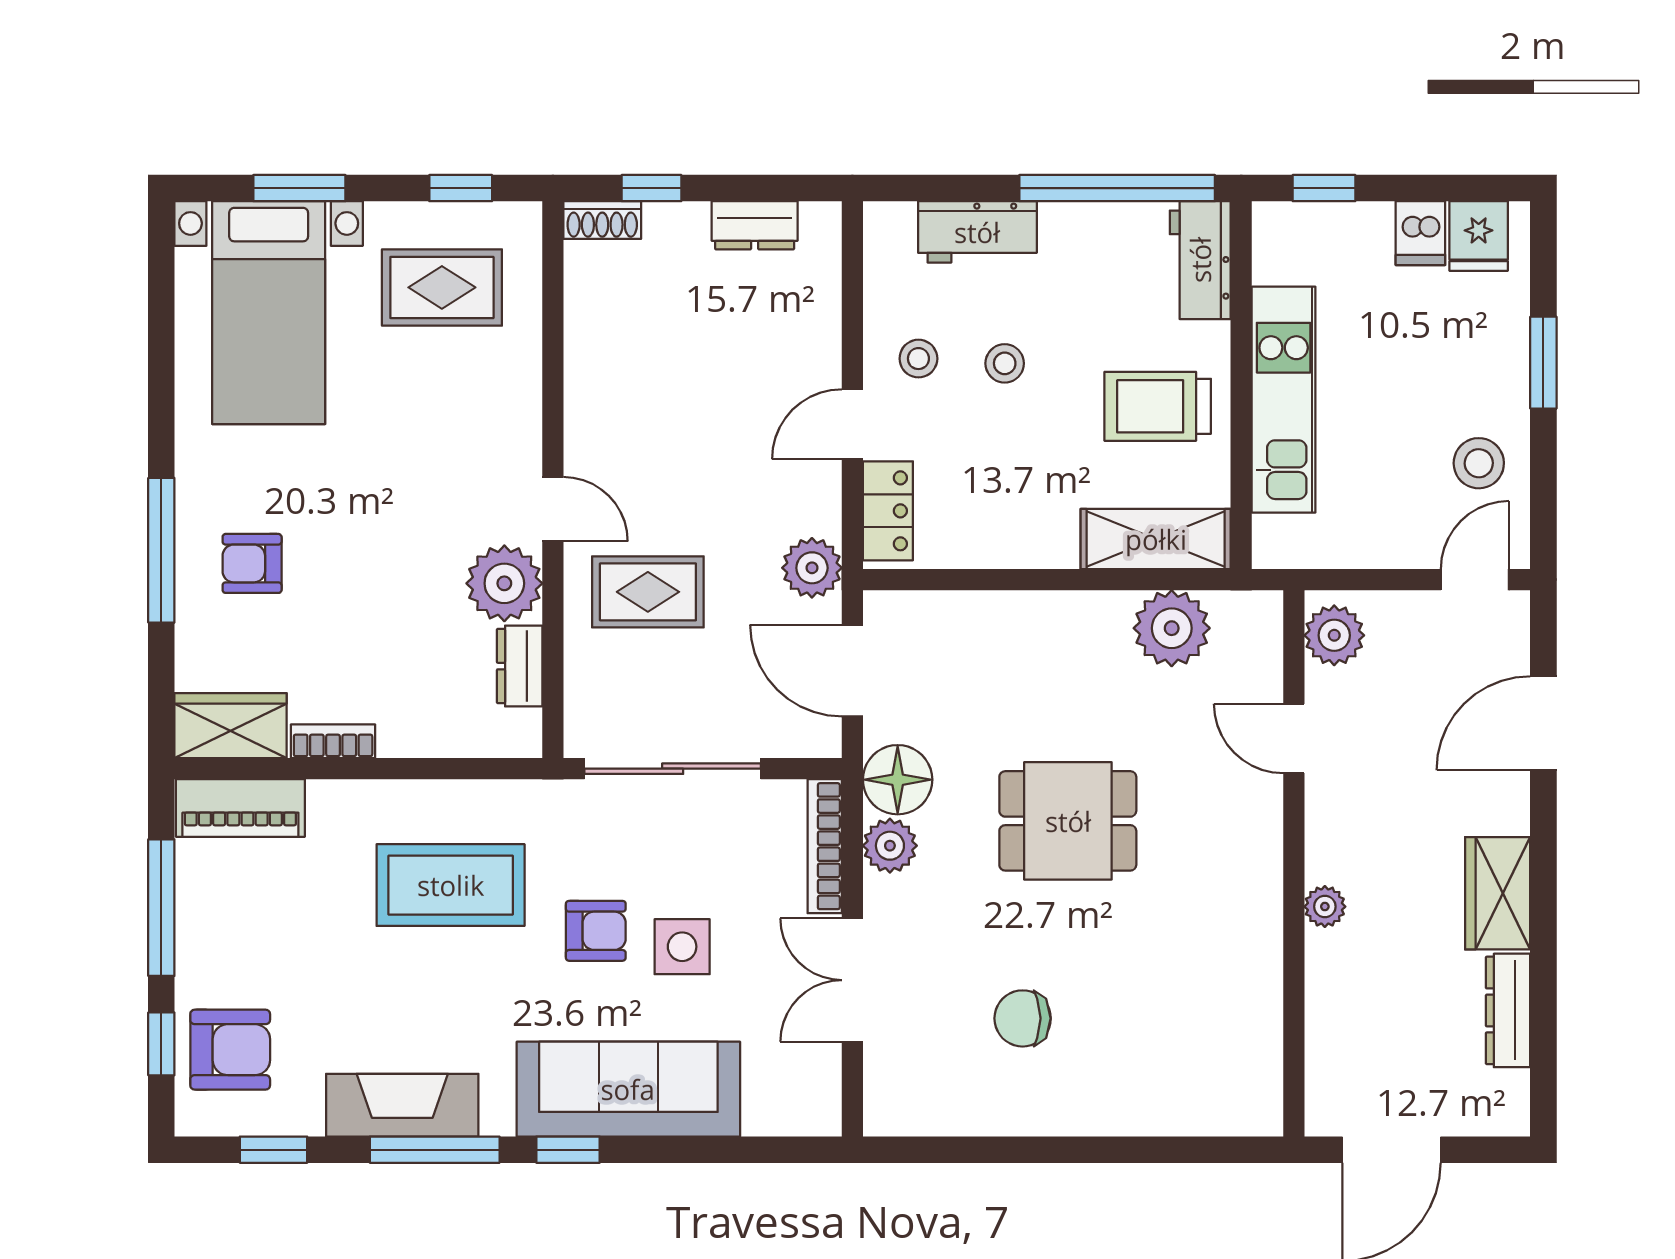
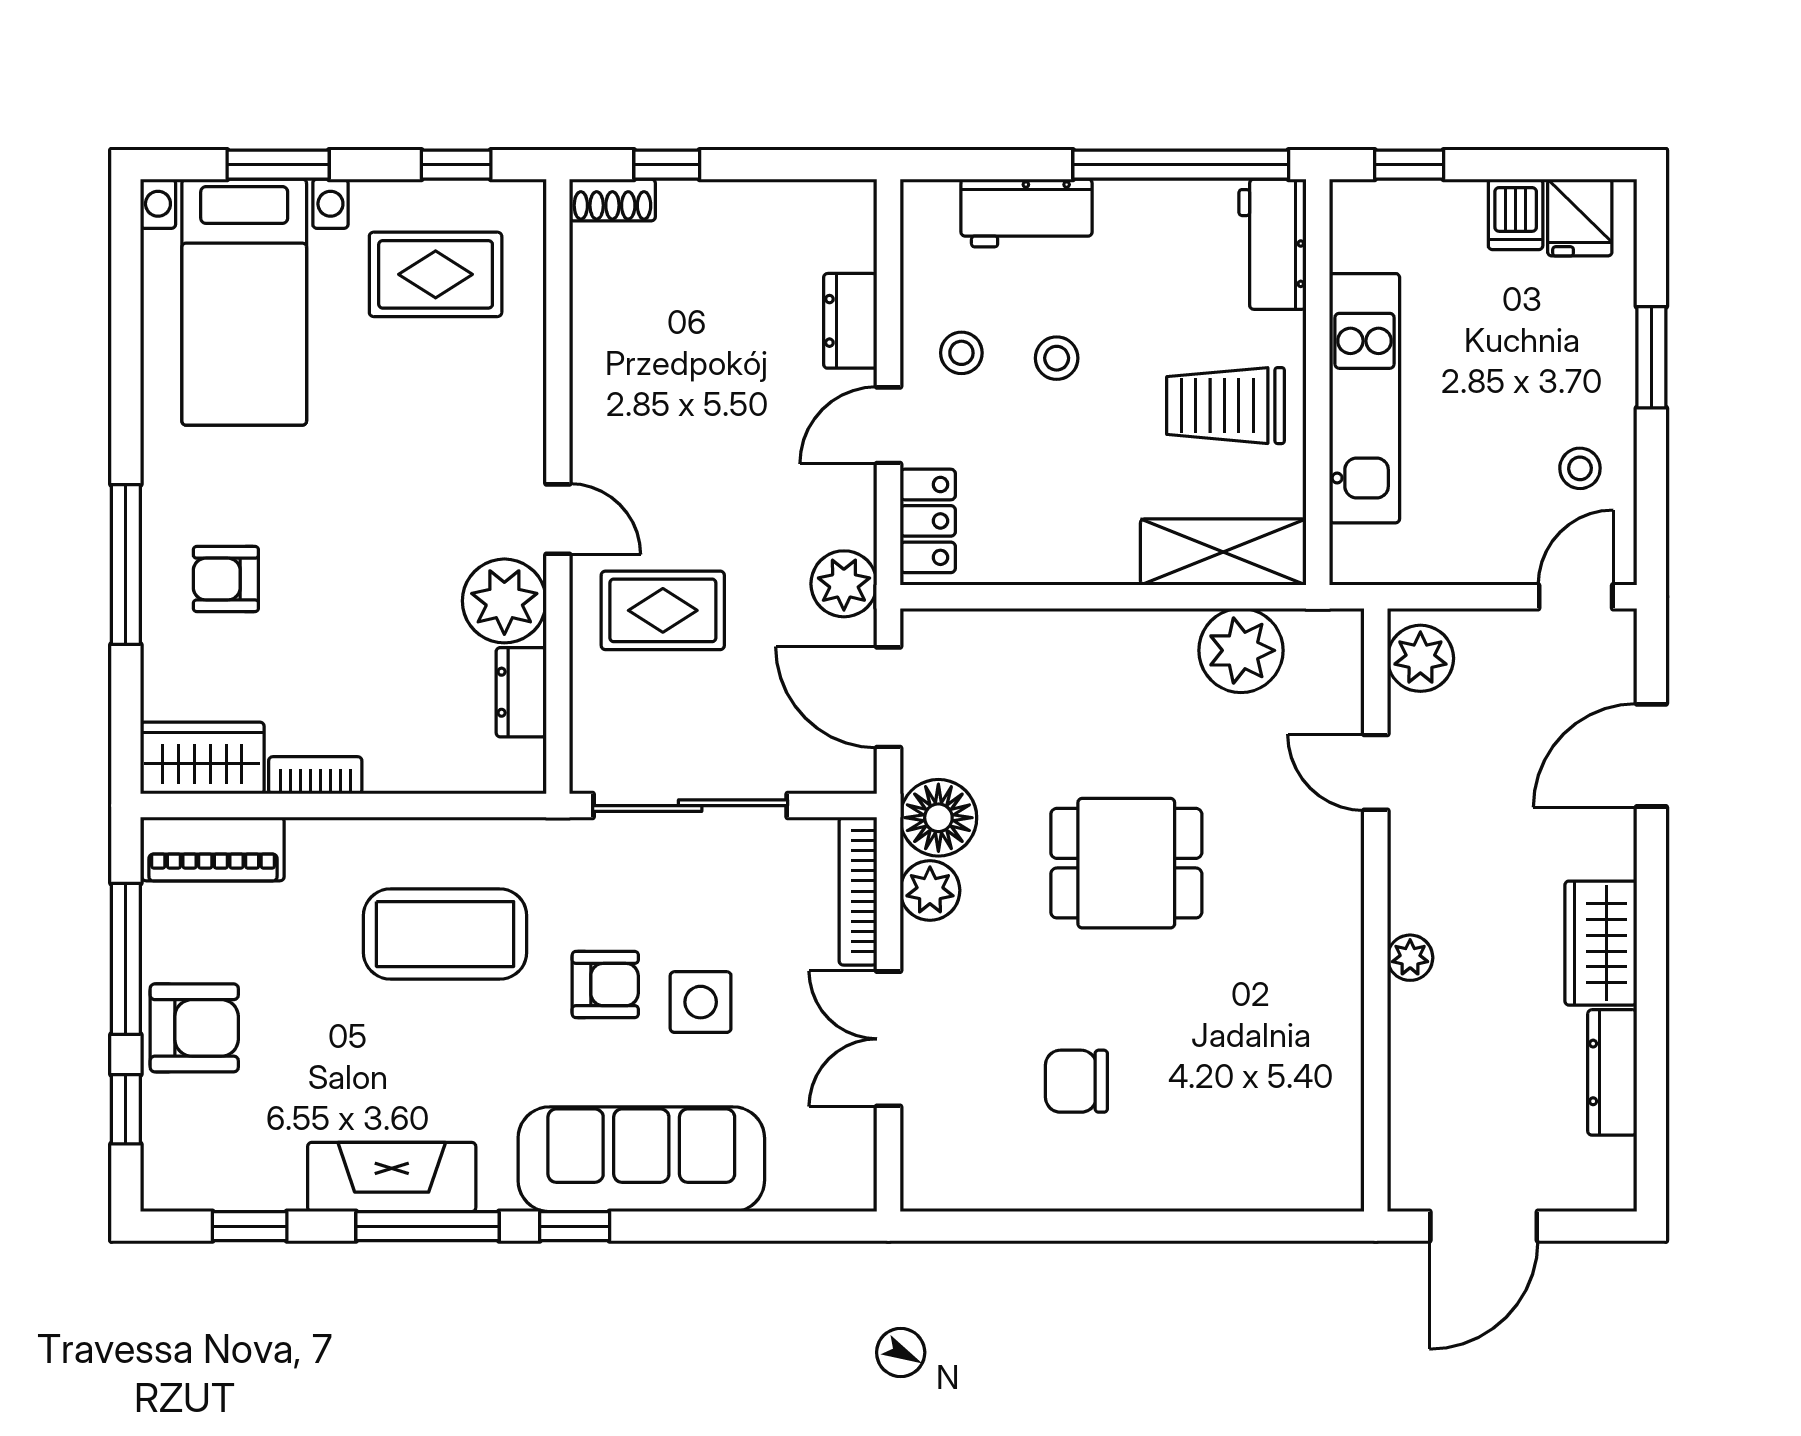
dresser: (755, 225) -> (850, 321), moved, turned 90
stool: (1479, 463) -> (1580, 468), width x0.73, depth x0.73
armchair: (230, 1050) -> (194, 1028), moved

